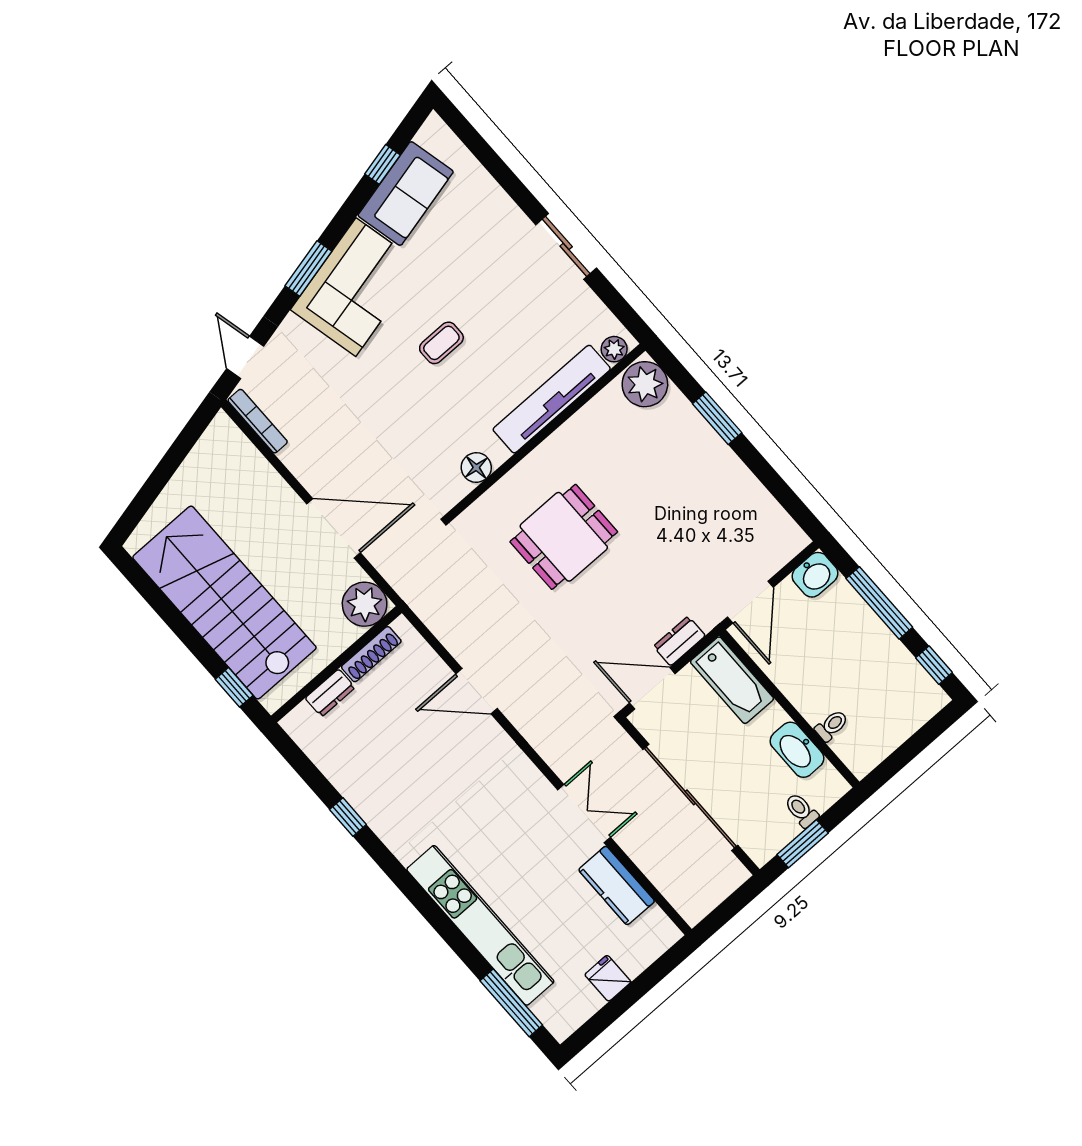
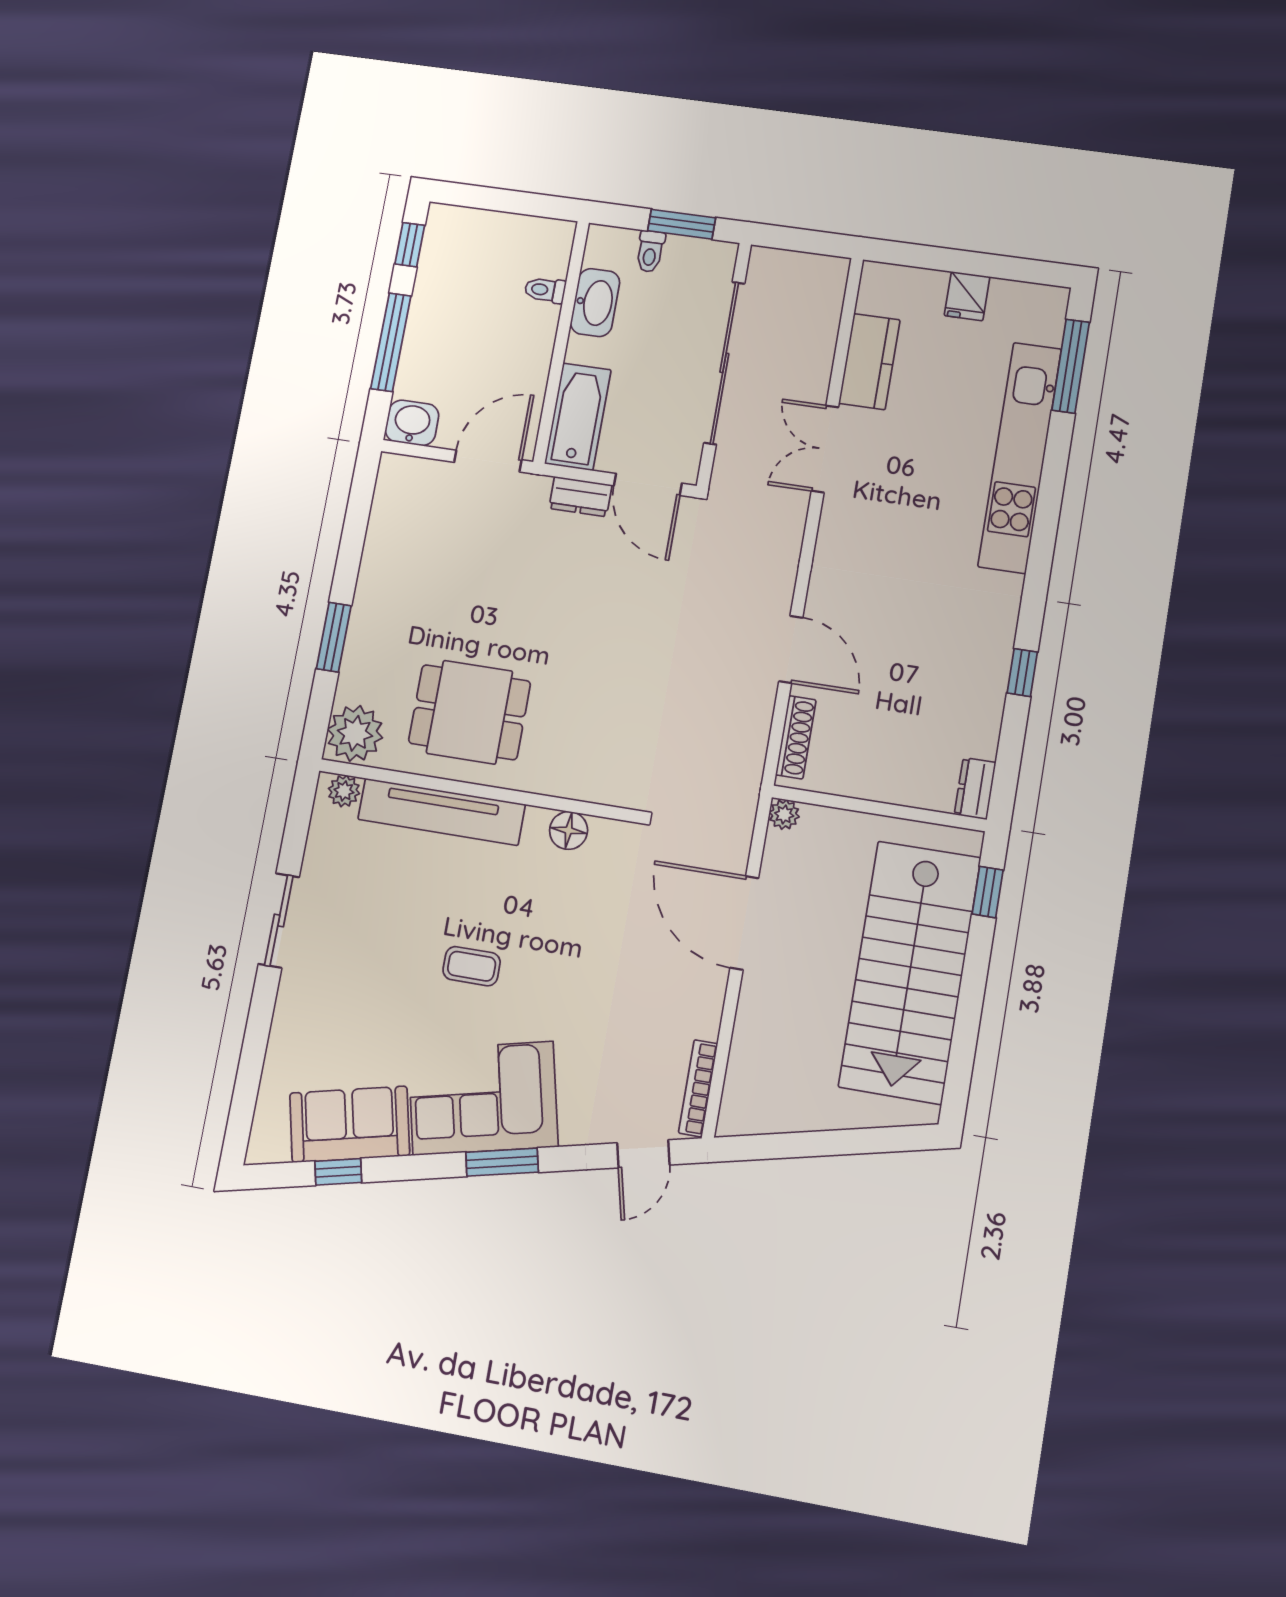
dining table: (564, 537) -> (469, 712), moved
plant: (365, 604) -> (784, 814), width x0.53, depth x0.53
shoe rack: (371, 654) -> (796, 737), moved, turned 90
dresser: (330, 693) -> (975, 789), moved, turned -90

